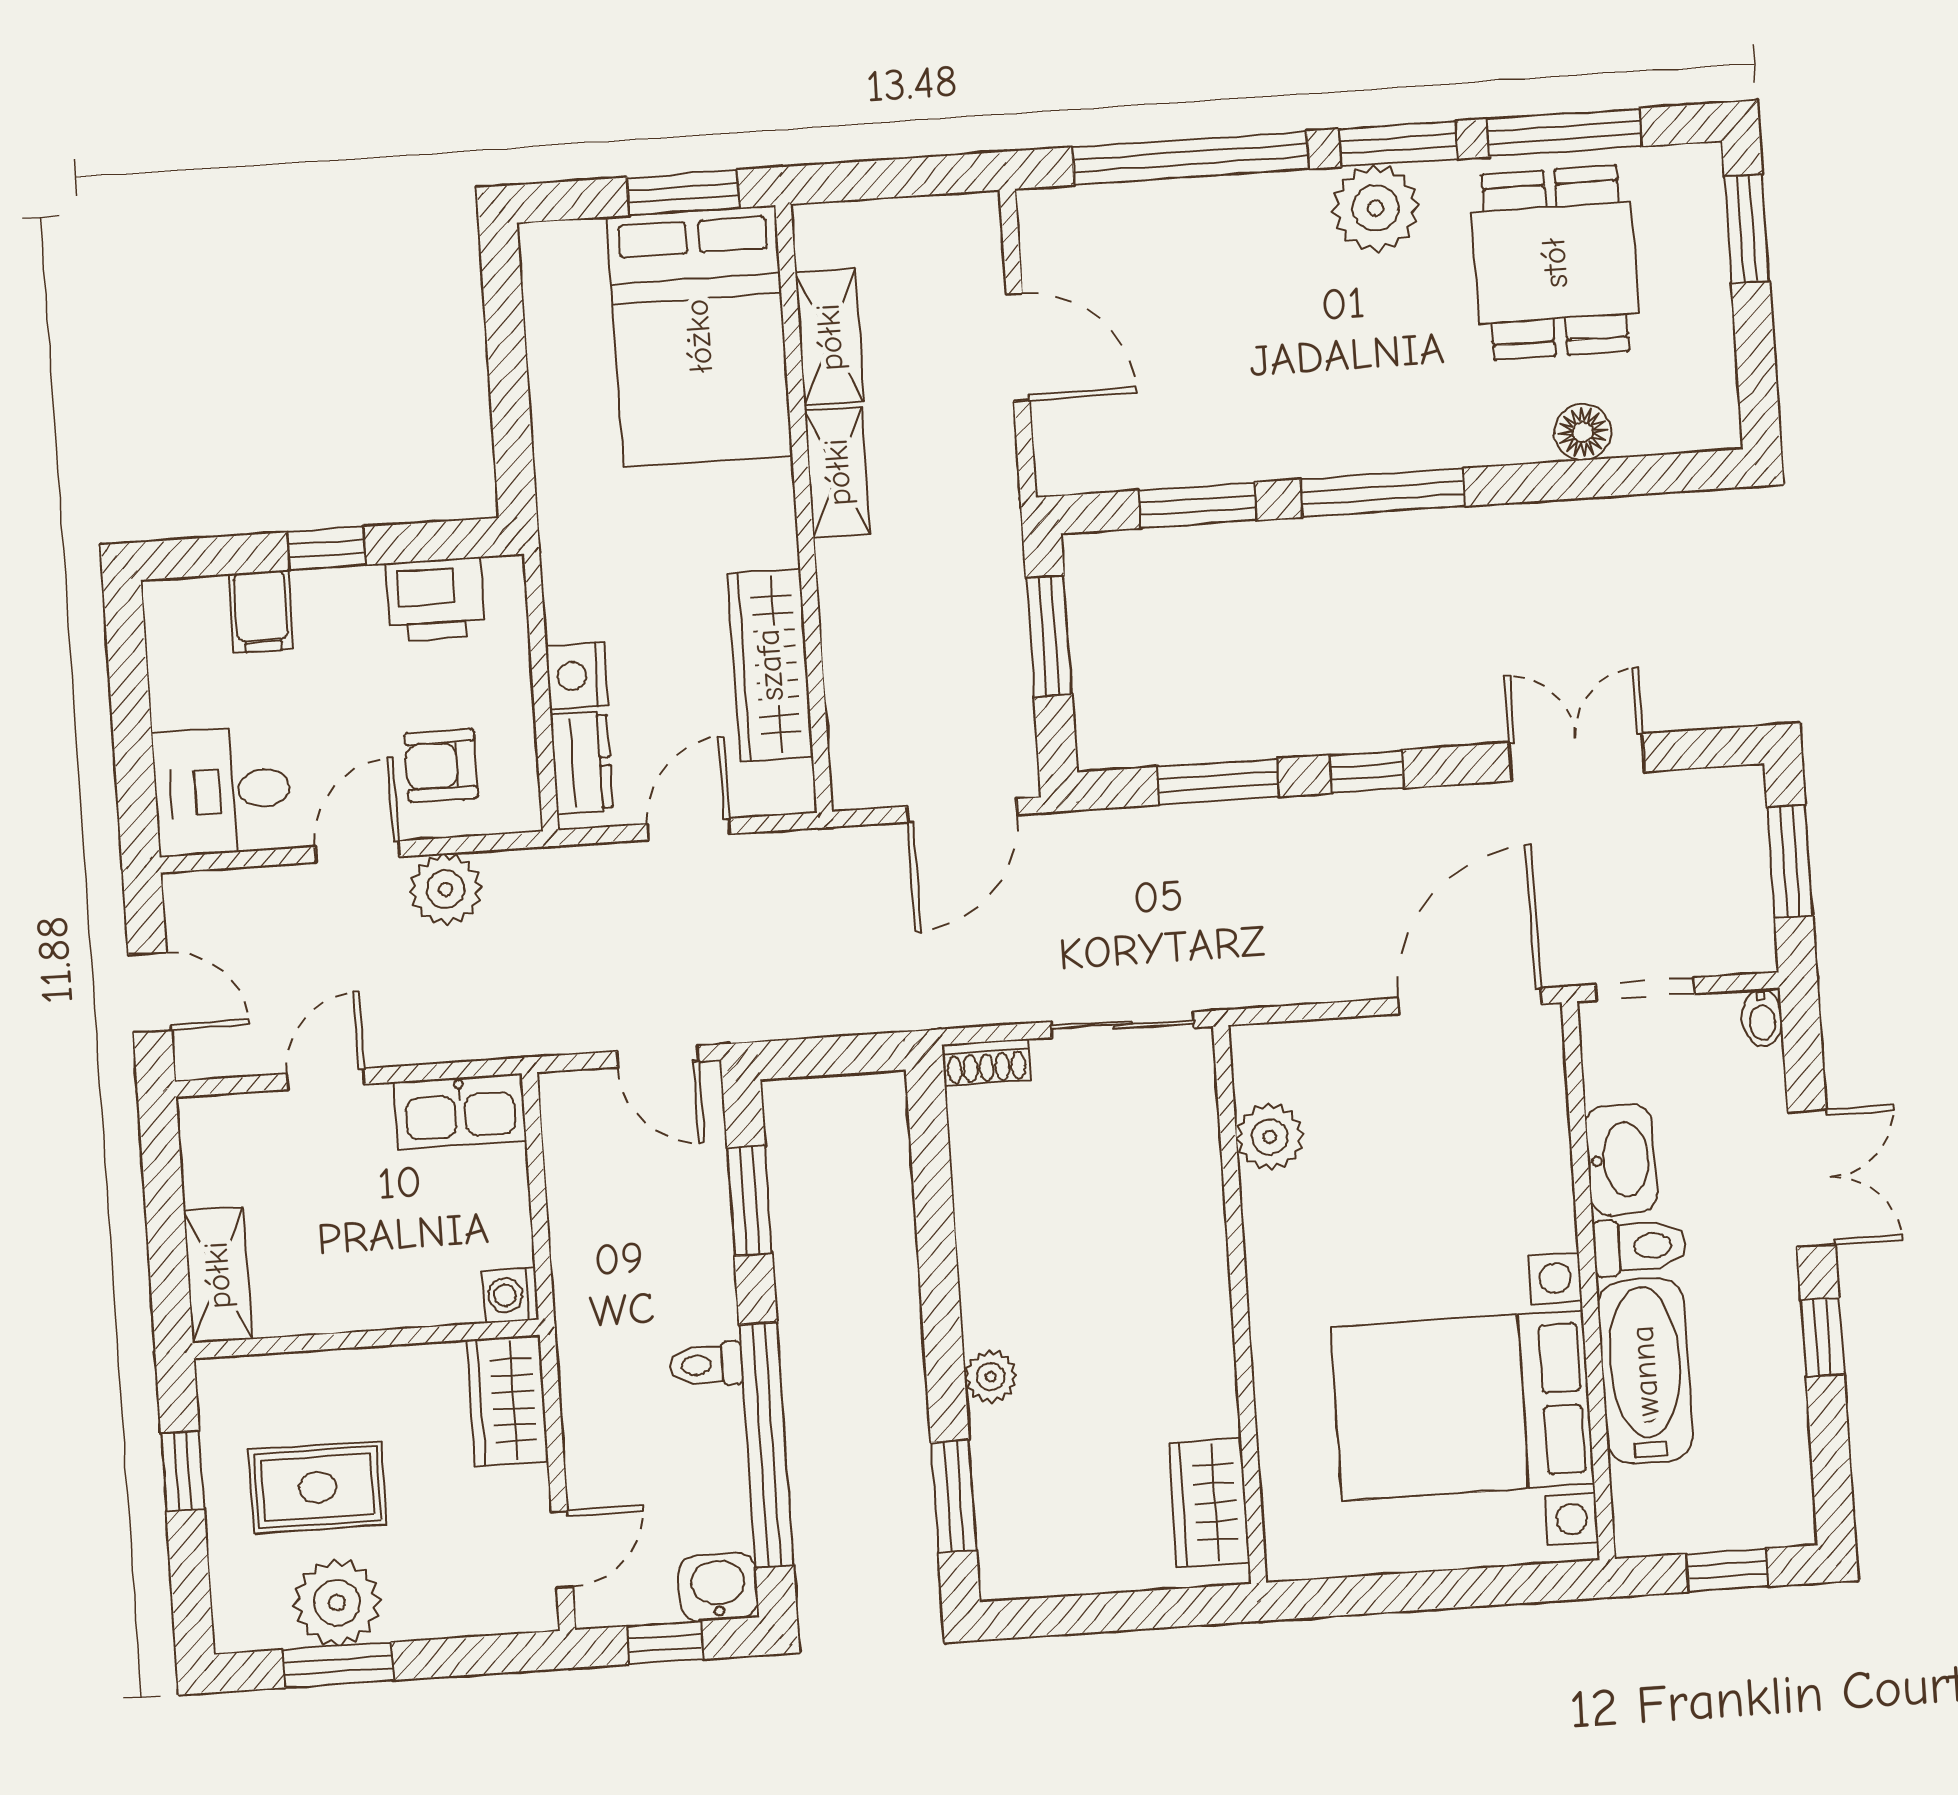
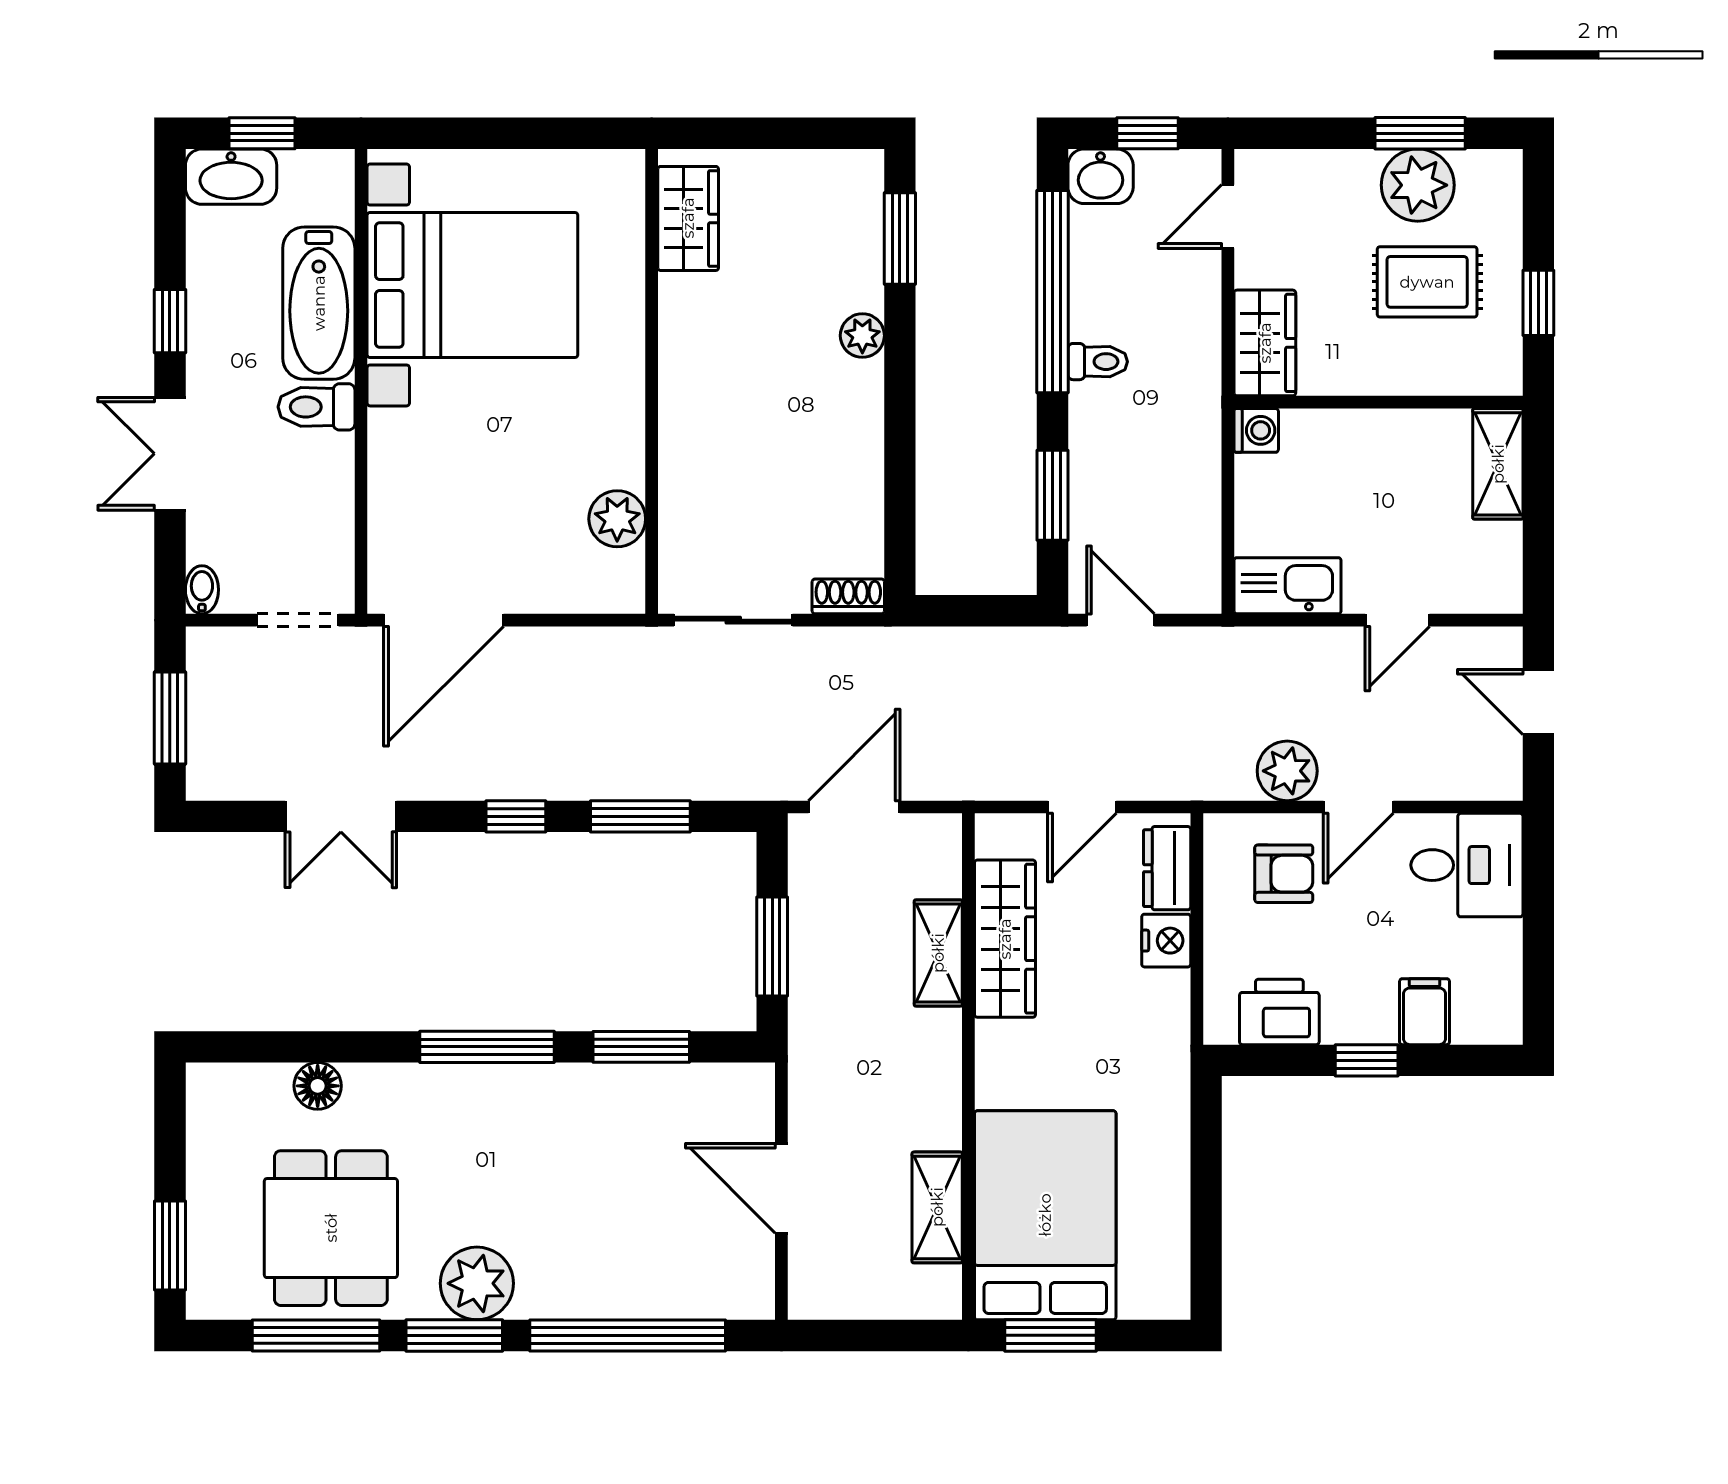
shelving: (838, 472) -> (938, 953), moved
washbasin: (1621, 1160) -> (231, 177), moved, turned -90

